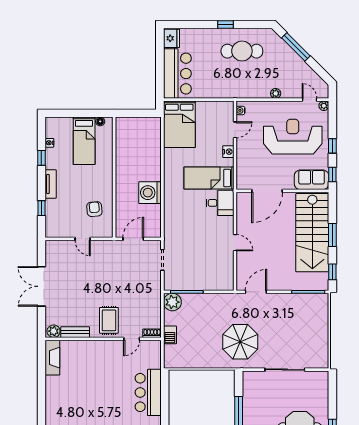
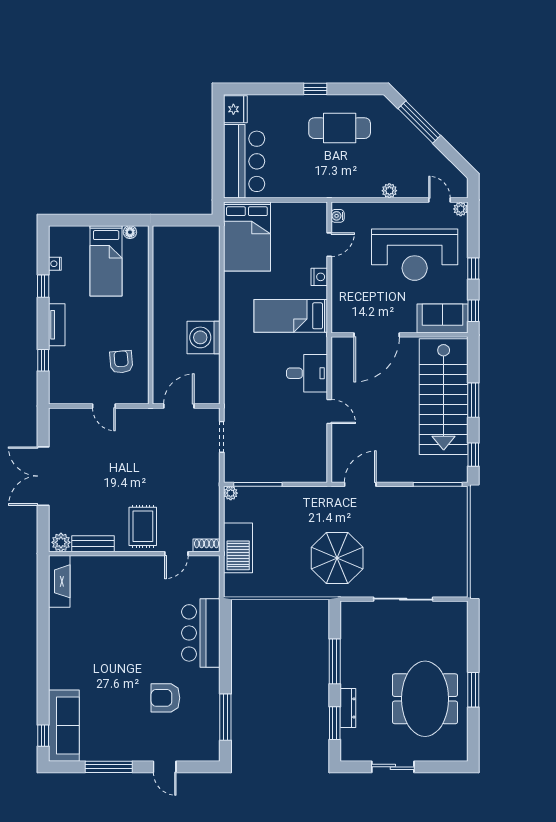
reception desk: (293, 137) -> (415, 255), turned 180
desk: (220, 203) -> (307, 373), moved
plant: (172, 302) -> (231, 493), width x0.53, depth x0.53
barbecue: (170, 335) -> (238, 548), width x1.88, depth x1.53

